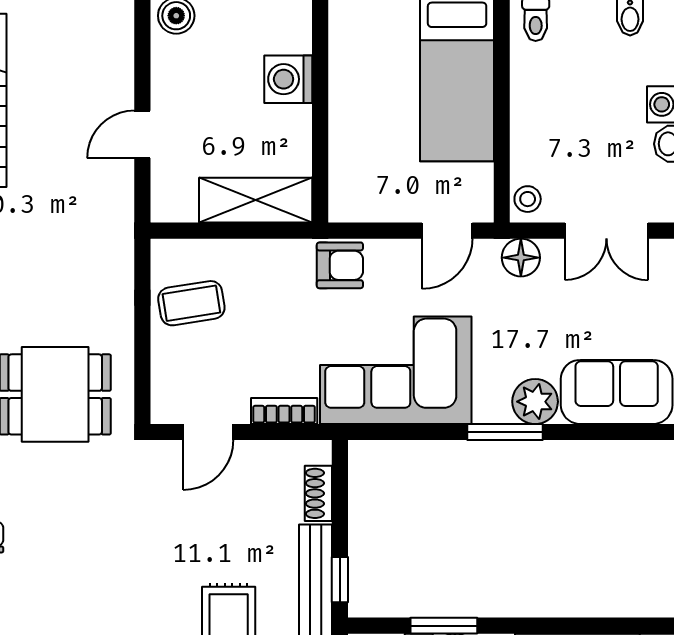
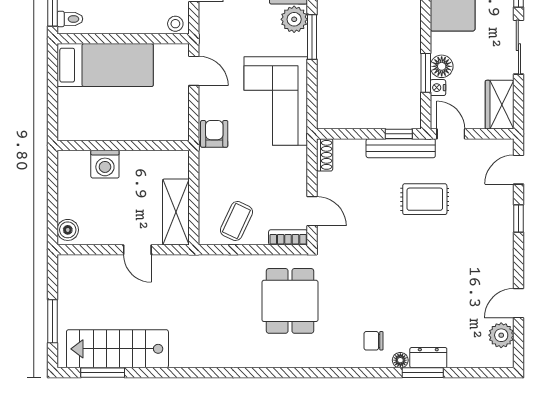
shelving: (256, 200) -> (176, 212), moved
floor lamp: (521, 258) -> (210, 28), removed
coffee table: (191, 303) -> (236, 221), turned 34
bookcase: (284, 411) -> (288, 237), moved, turned 90
shoe rack: (318, 493) -> (325, 155), moved, turned -90

